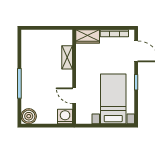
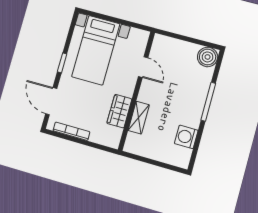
wardrobe: (88, 36) -> (119, 111), moved, turned -90
washing machine: (65, 116) -> (186, 137), moved, turned 90

